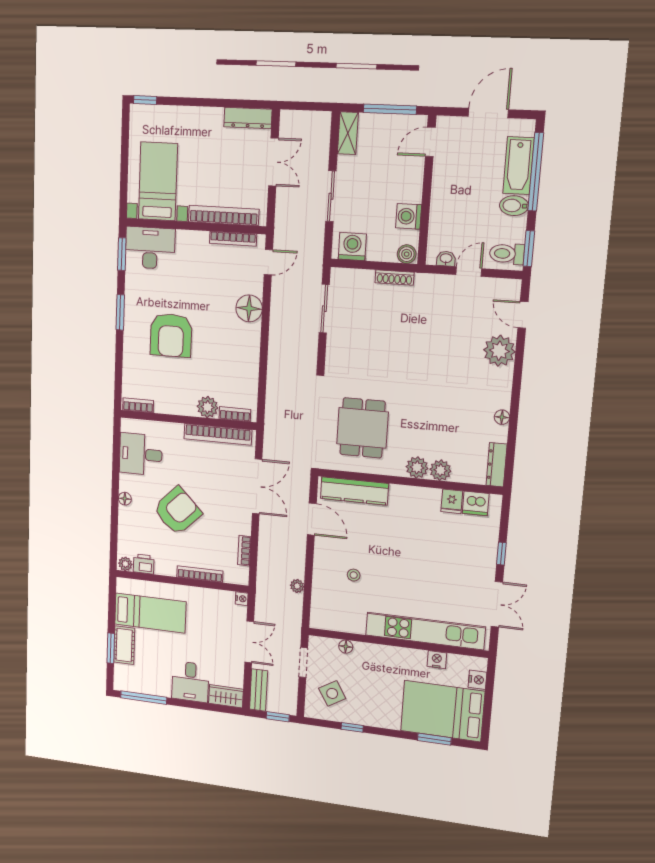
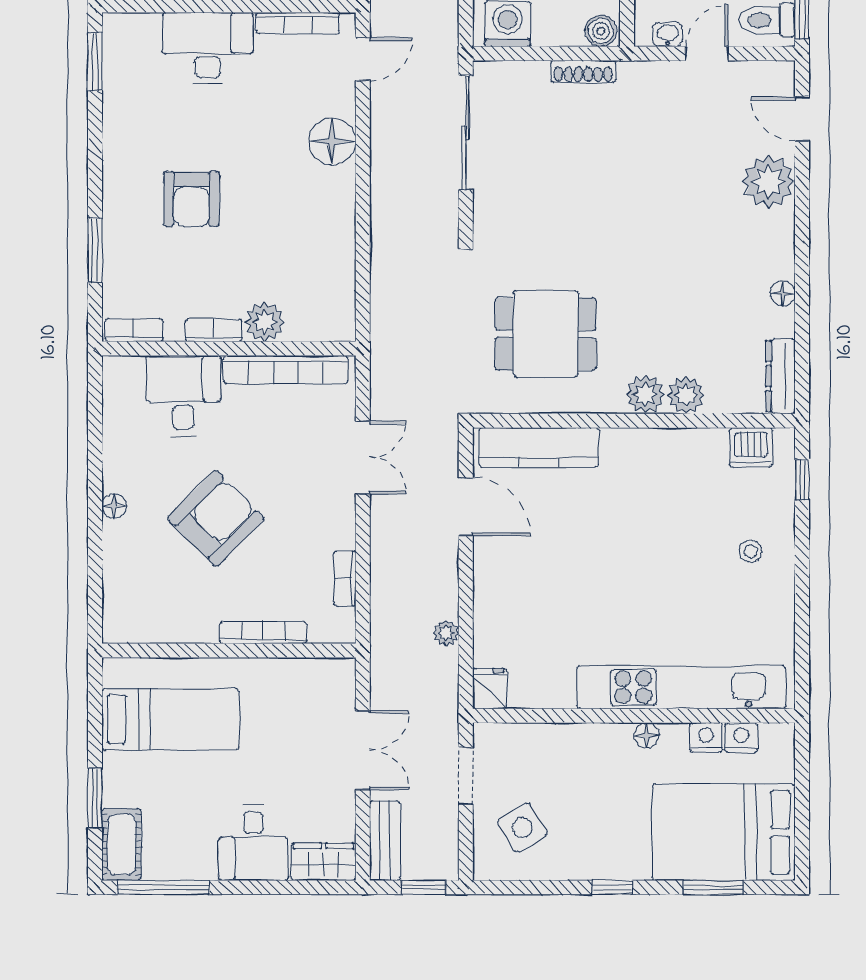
desk: (150, 248) -> (208, 48), moved
sliding door: (324, 309) -> (466, 132), width x1.37
window: (120, 312) -> (95, 250), moved
armchair: (171, 335) -> (191, 199), width x0.73, depth x0.73
bookcase: (235, 414) -> (214, 330), moved
dining table: (362, 428) -> (546, 334), turned 90
desk: (141, 454) -> (183, 396), moved, turned 90
double door: (257, 486) -> (363, 457), width x0.73
fridge: (452, 501) -> (490, 689), moved, turned 180
window: (501, 554) -> (802, 480), moved
plant: (125, 564) -> (119, 630), removed
printer: (144, 564) -> (155, 626), removed
stool: (354, 575) -> (751, 551), moved
nightstand: (242, 599) -> (344, 670), removed
double door: (497, 604) -> (802, 623), removed
cot: (124, 645) -> (122, 844), moved
floor lamp: (346, 647) -> (647, 735), moved
nightstand: (478, 680) -> (741, 738), moved, turned -90
window: (352, 727) -> (612, 887), moved

